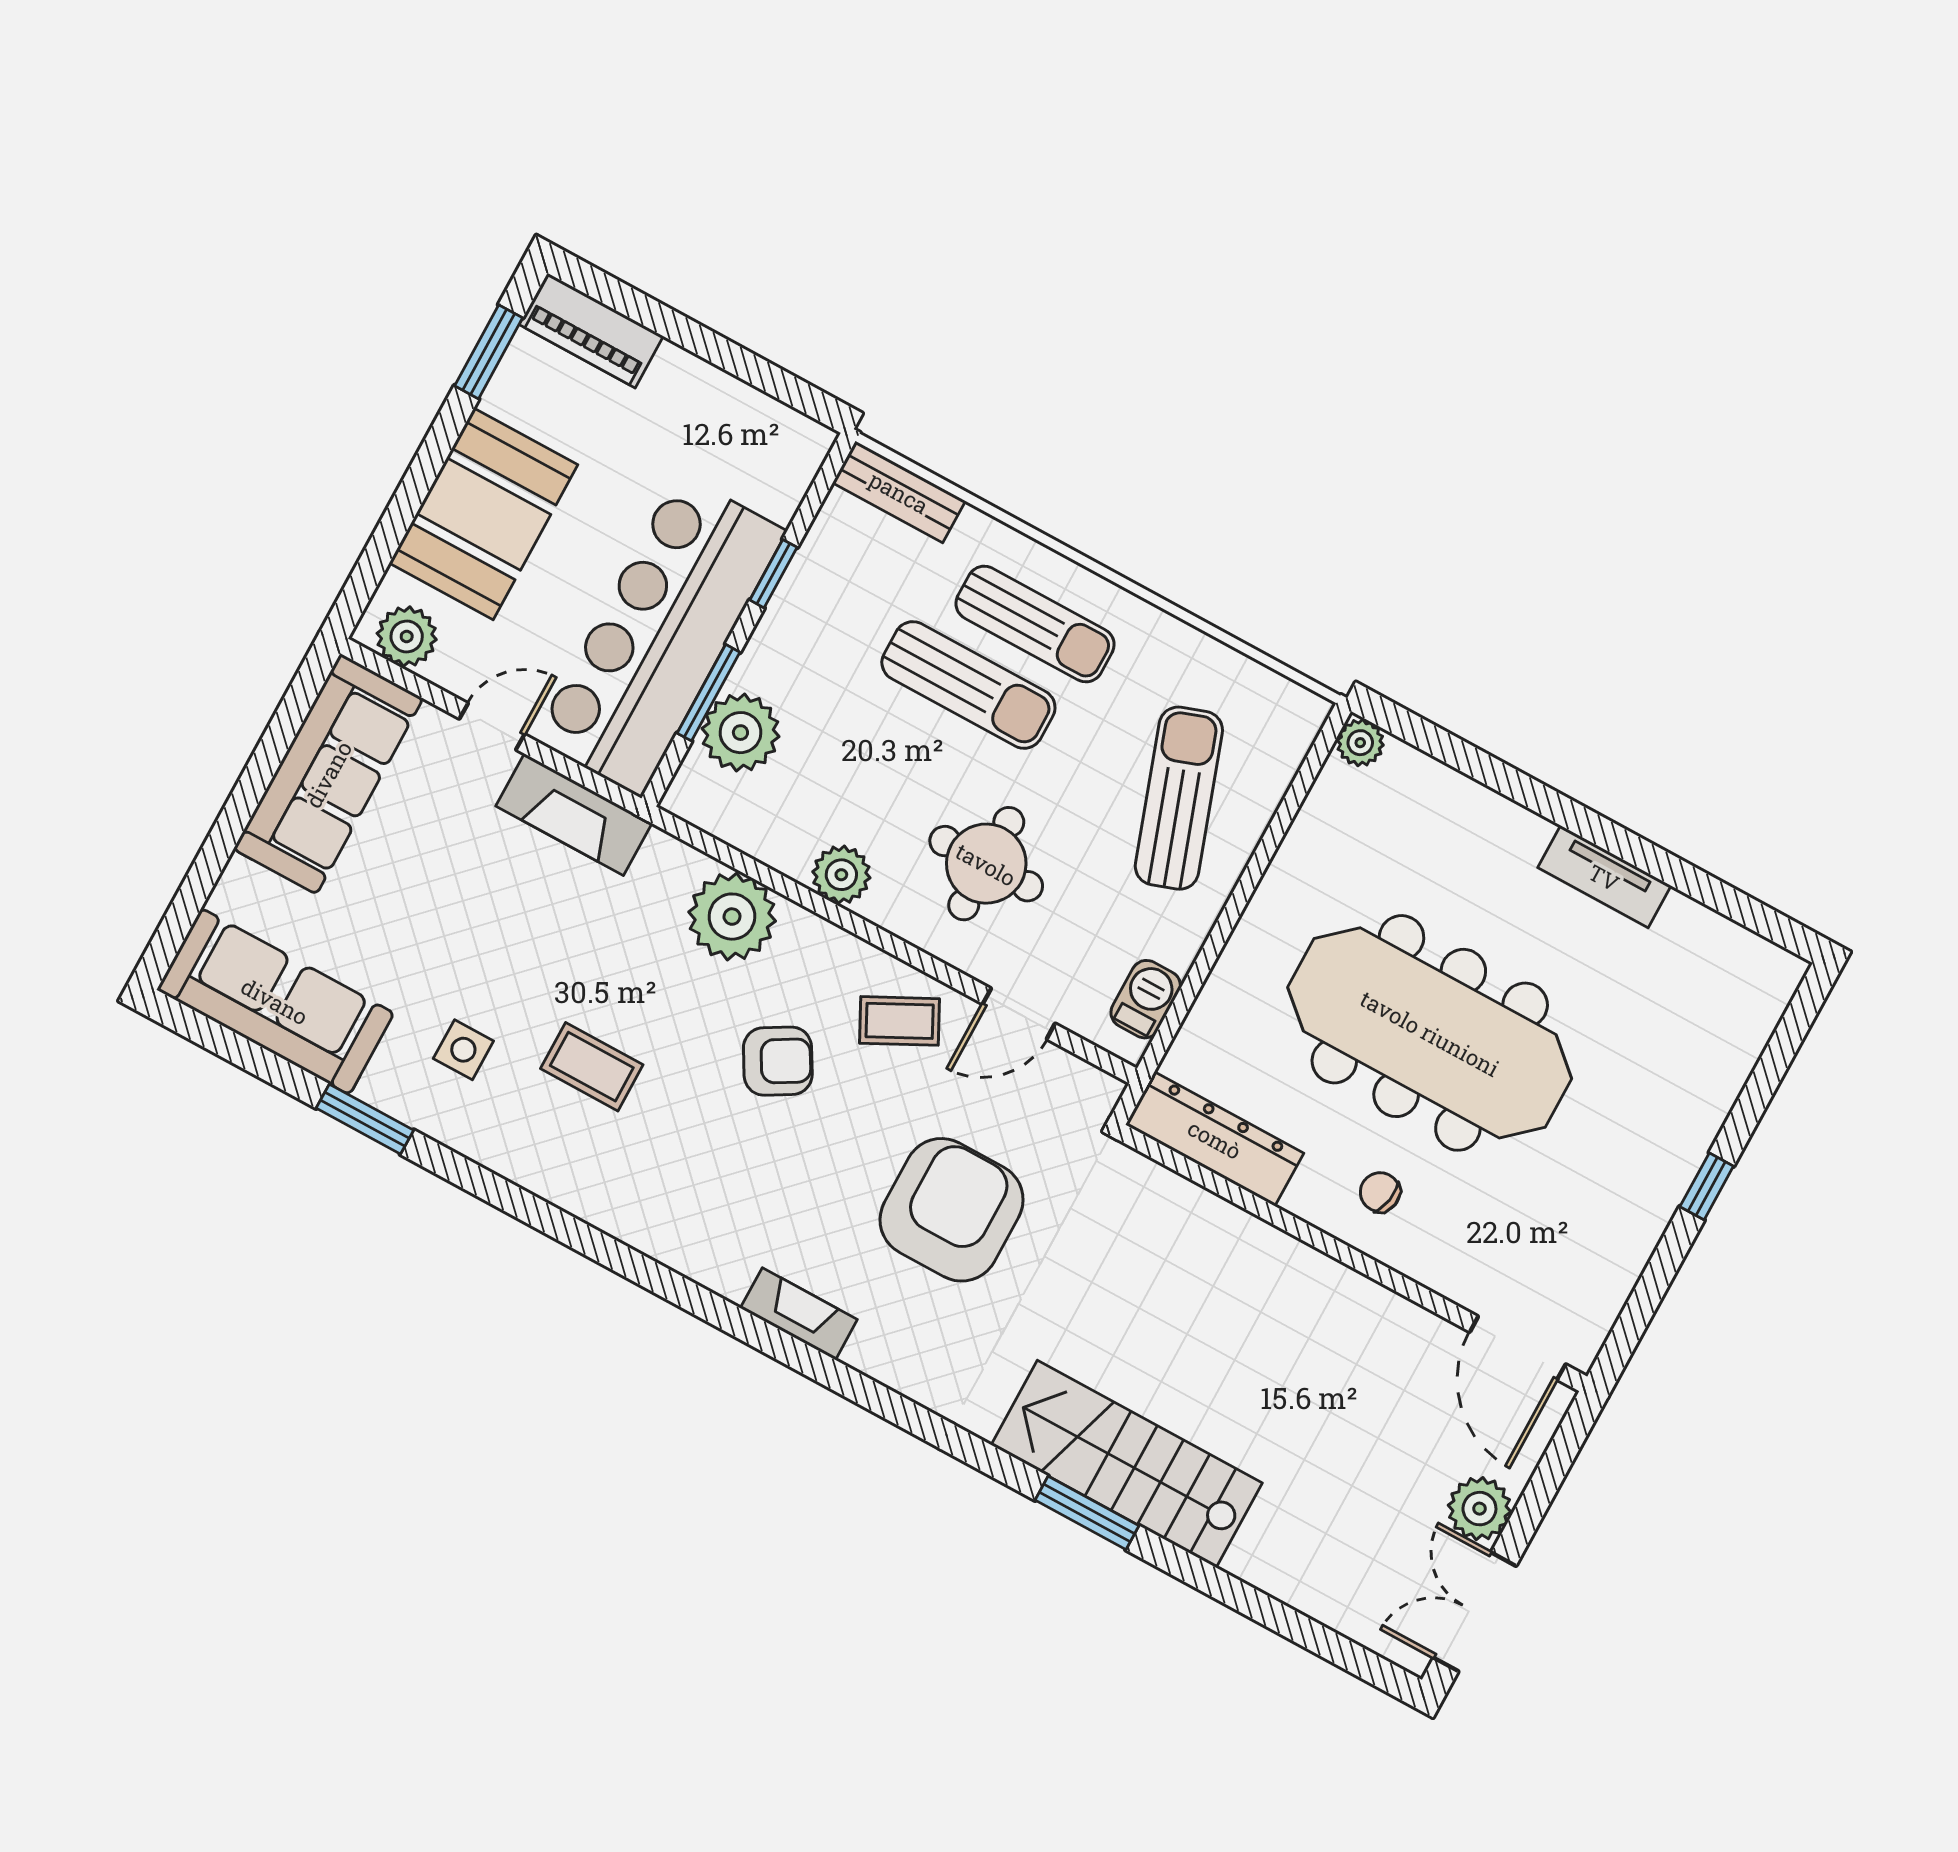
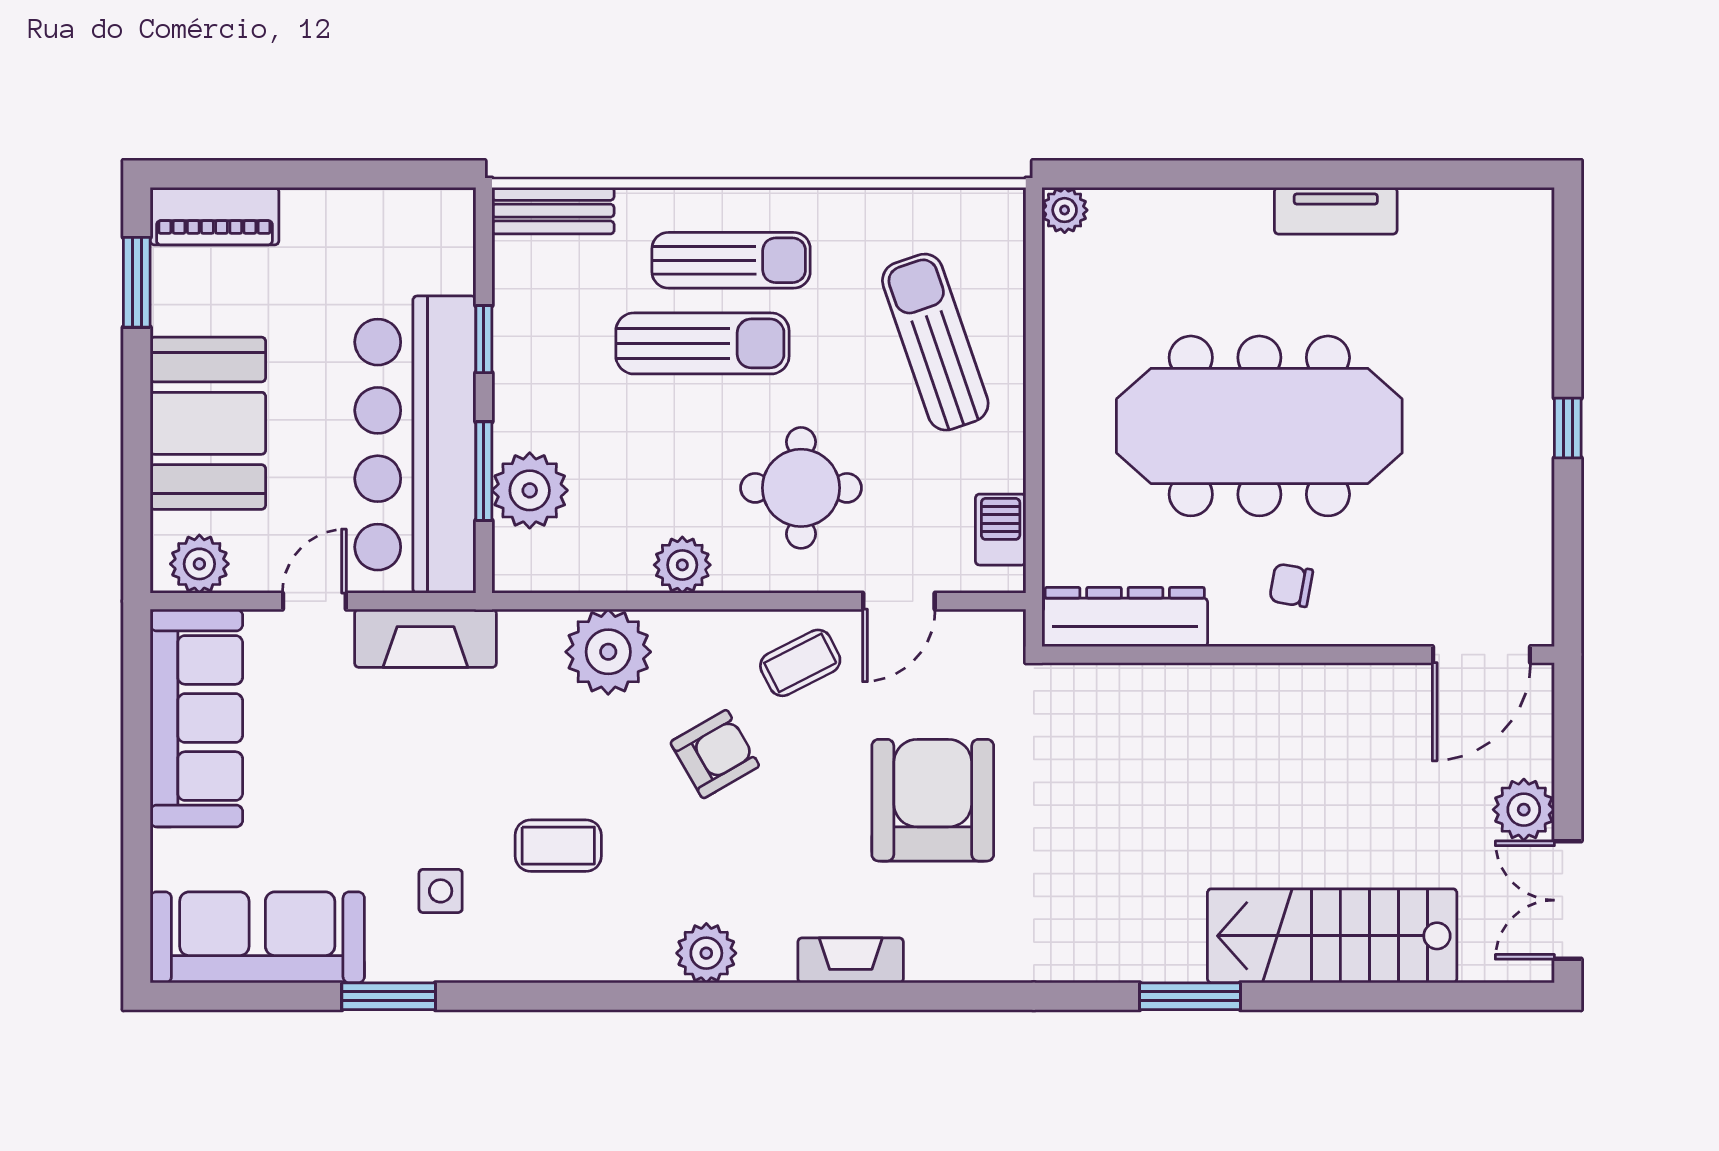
plant: (672, 1236) -> (706, 953), added
door: (1518, 1348) -> (1481, 655), hinge flipped
stairs: (1127, 1464) -> (1332, 936), moved

